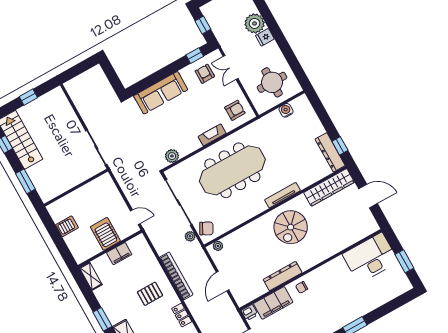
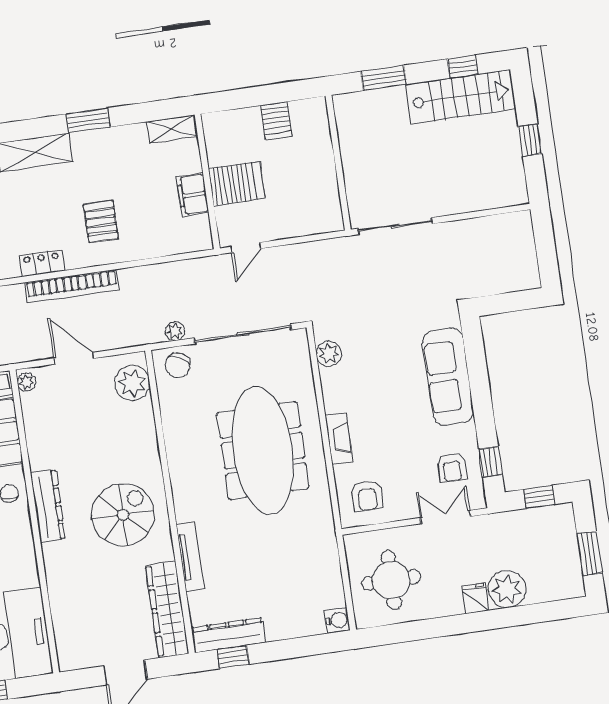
armchair: (205, 74) -> (452, 467), turned 90
water cooler: (286, 110) -> (337, 620), moved
tv unit: (282, 195) -> (190, 557), moved
spiral stairs: (291, 227) -> (123, 515), turned 90
plant: (218, 246) -> (132, 383), width x1.88, depth x1.88
bookcase: (176, 276) -> (72, 286), moved
dresser: (283, 276) -> (48, 506), moved
plant: (243, 300) -> (26, 382), added

